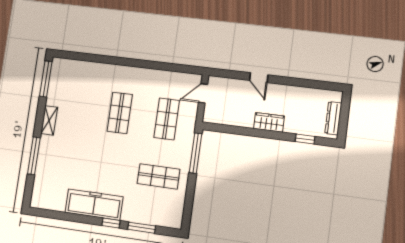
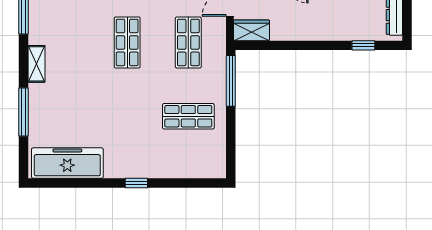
wardrobe: (269, 122) -> (252, 30), moved
freezer: (94, 205) -> (67, 163), moved
window: (142, 228) -> (176, 183), removed

